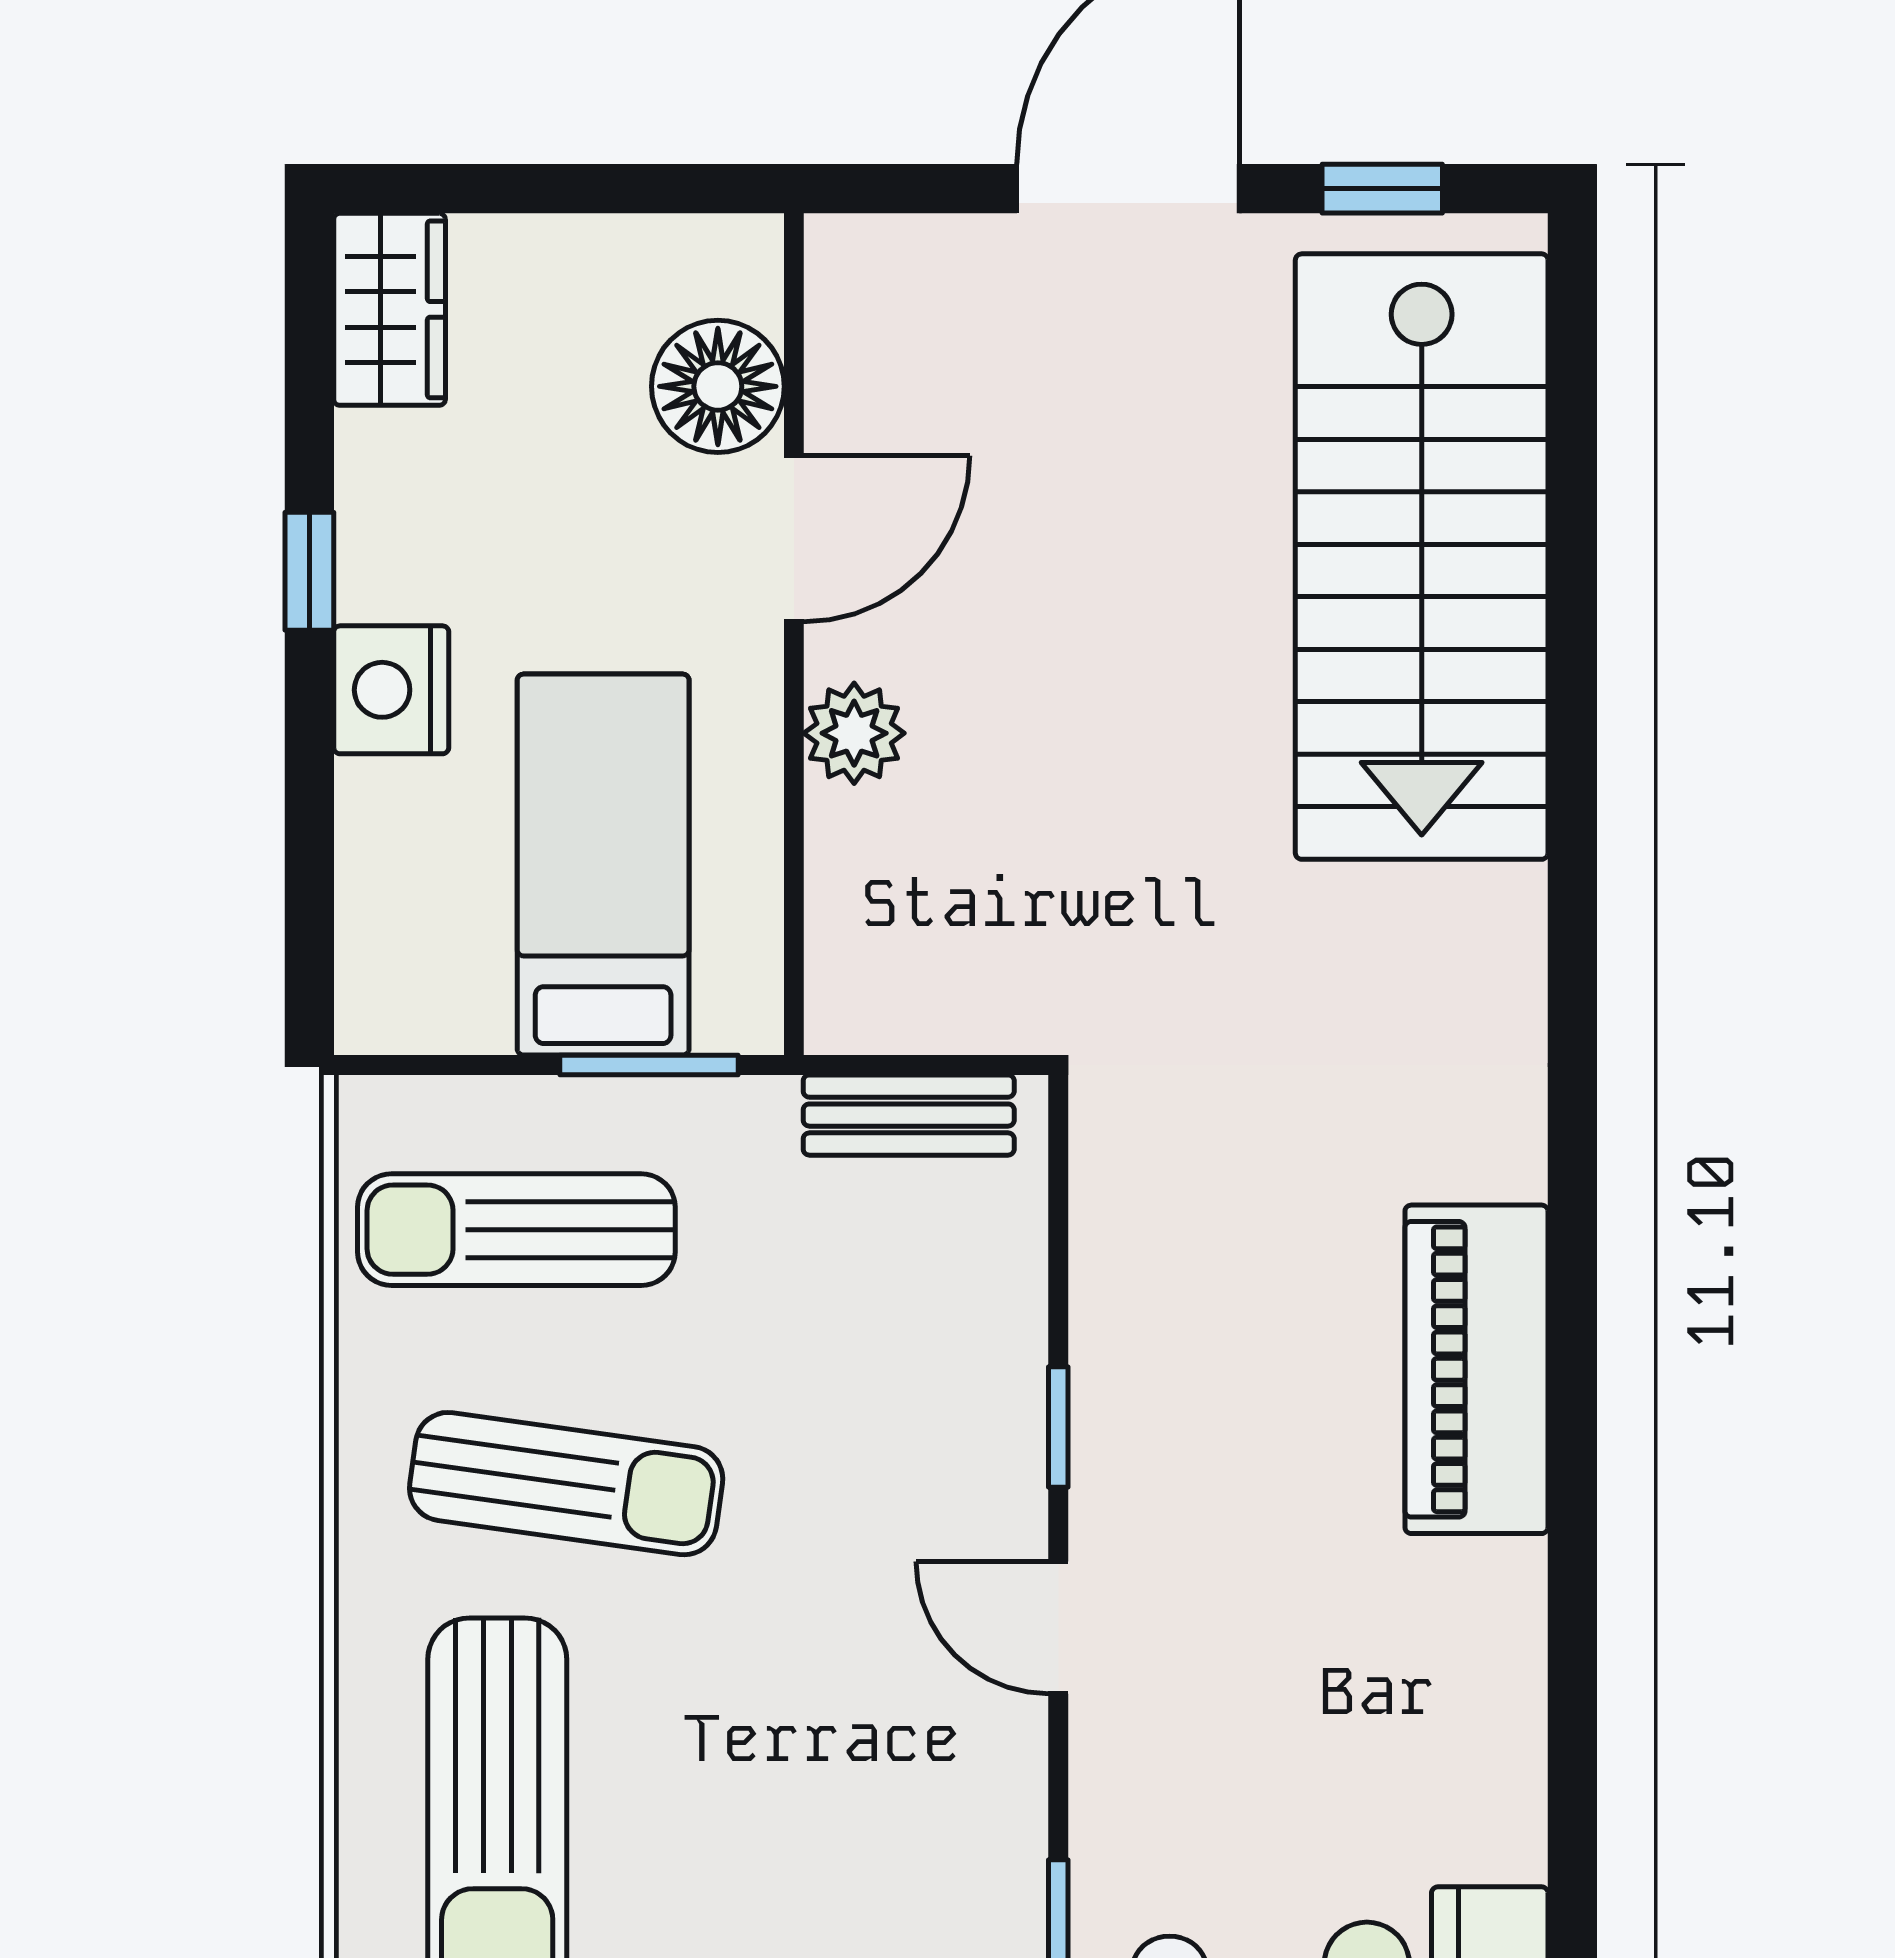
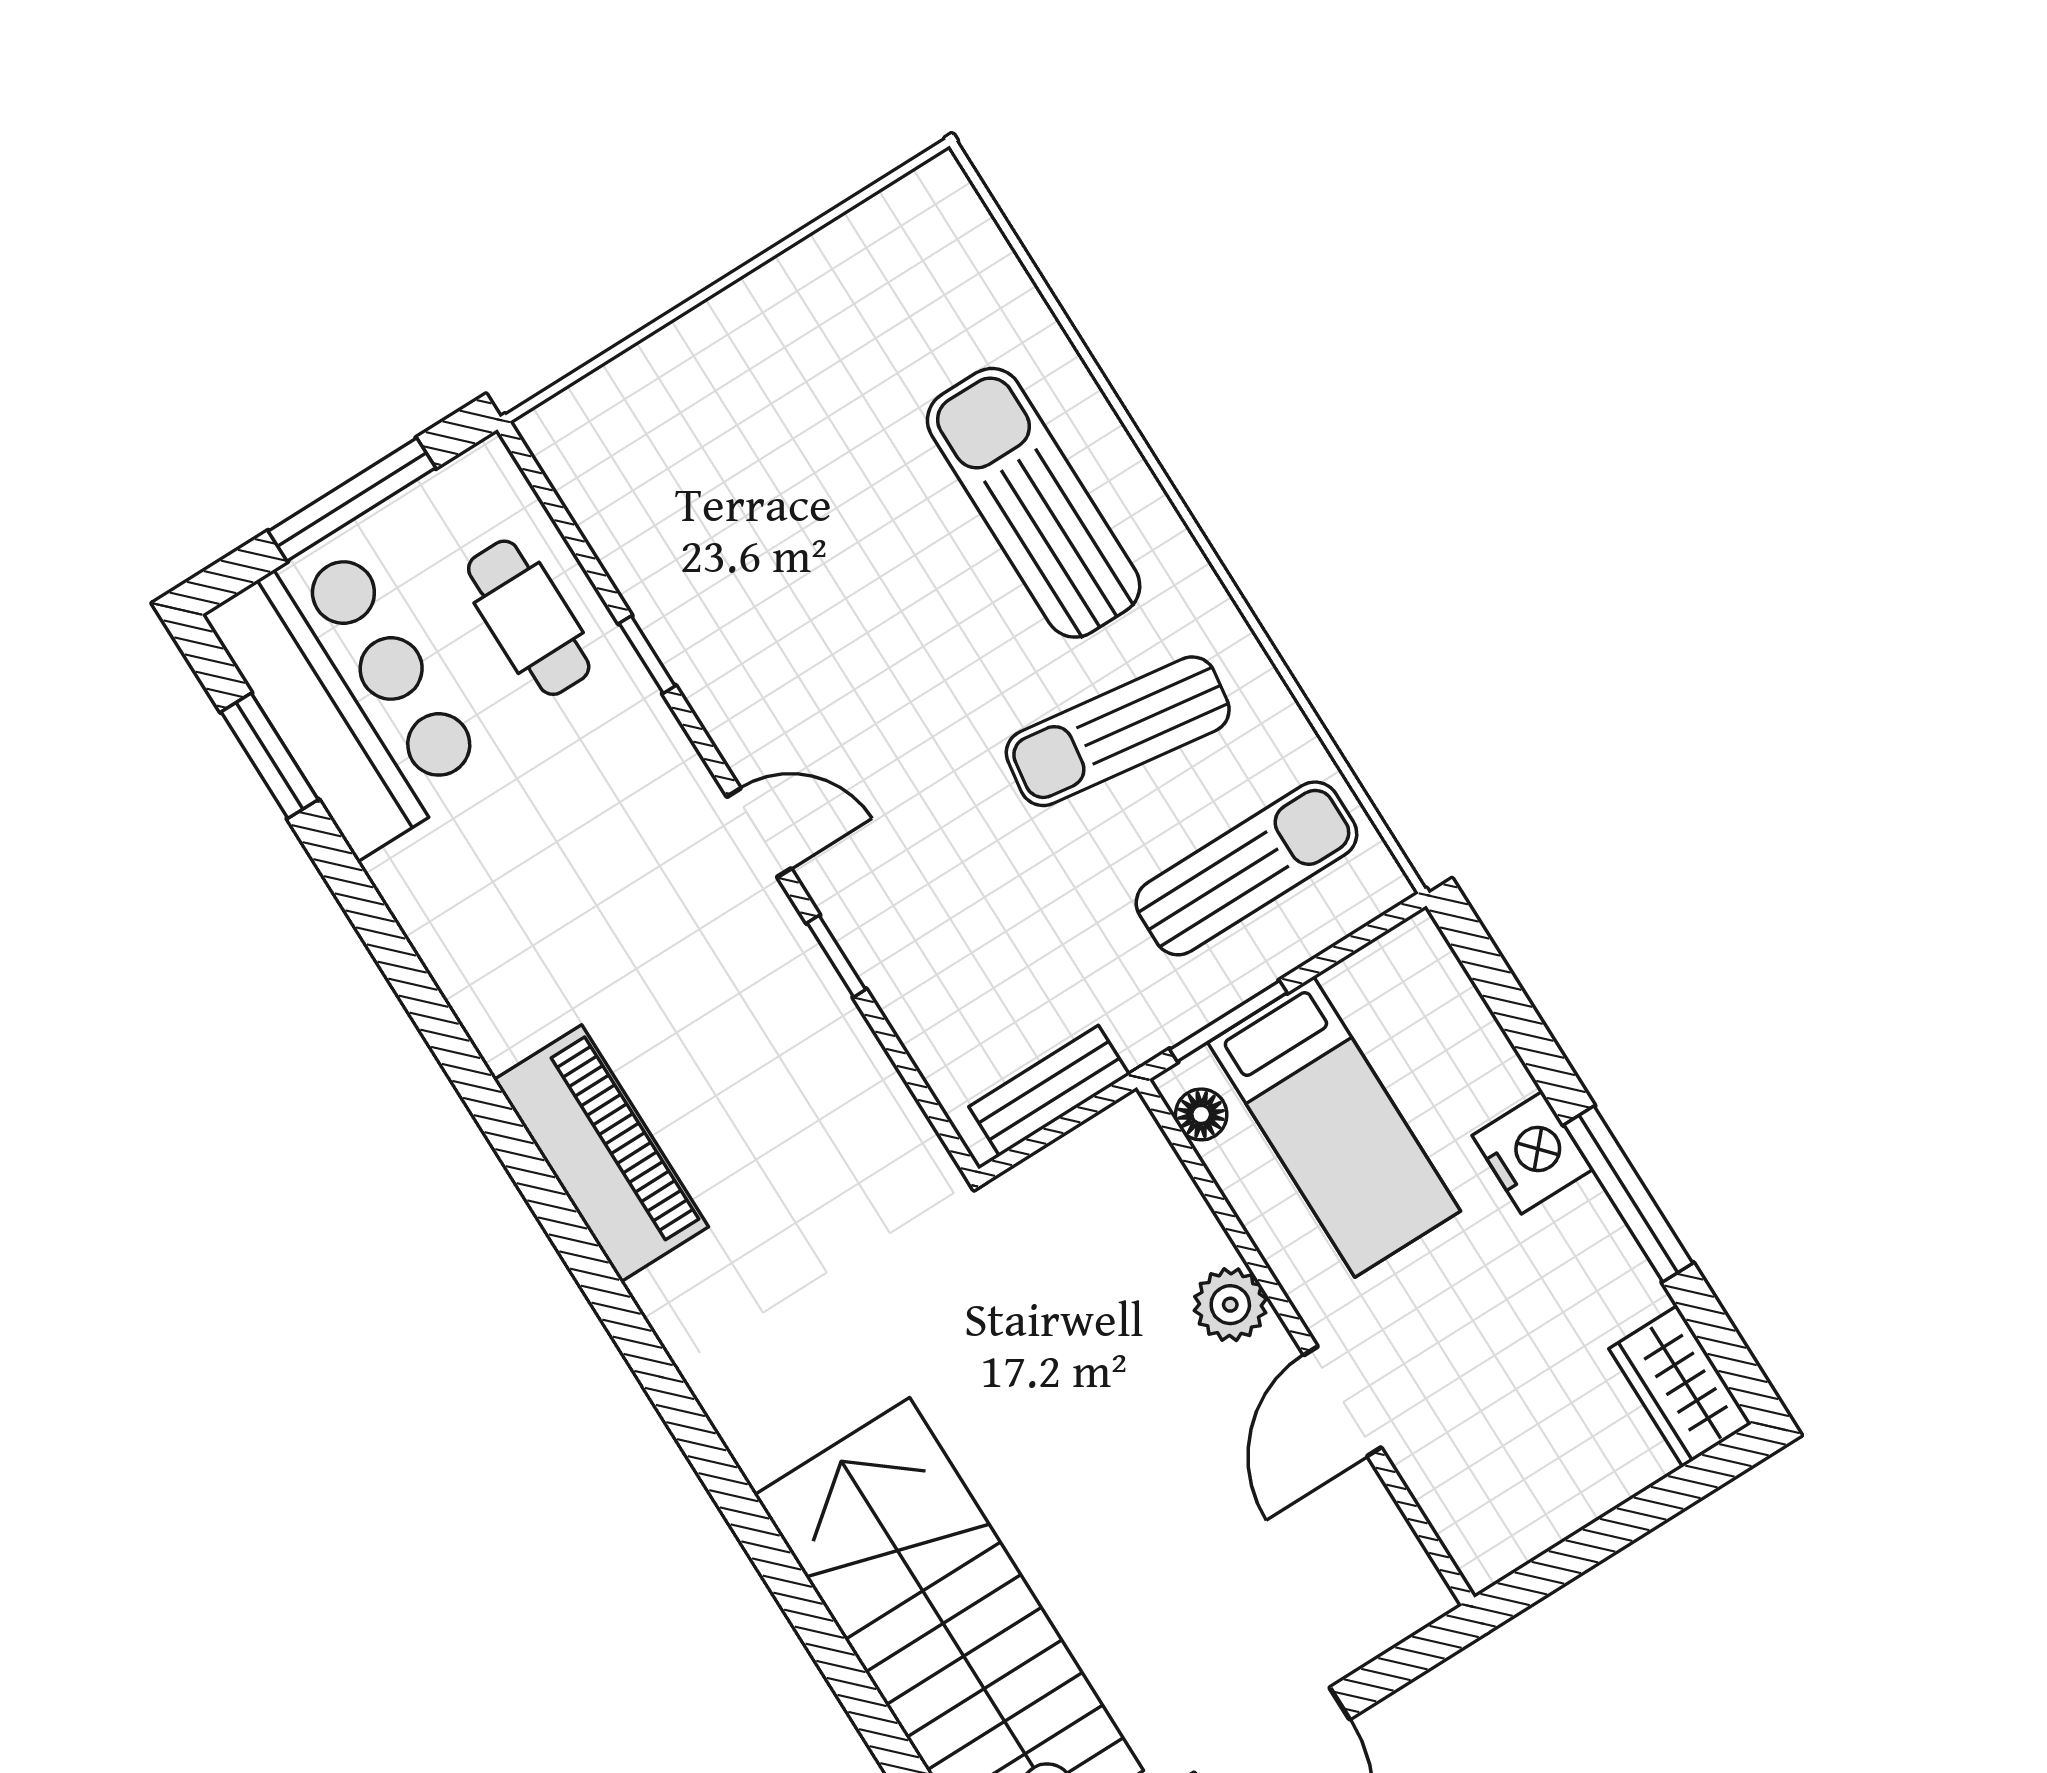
floor lamp: (718, 386) -> (1201, 1114), moved, width x0.53, depth x0.53
window: (309, 571) -> (1628, 1194), width x2.17

